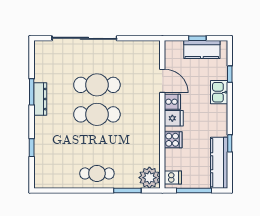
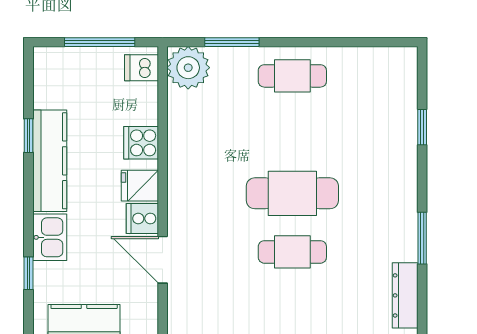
cafe table: (97, 85) -> (292, 252), width x0.73, depth x0.74
dresser: (40, 99) -> (405, 295), moved
kitchen counter: (219, 163) -> (50, 161), moved

